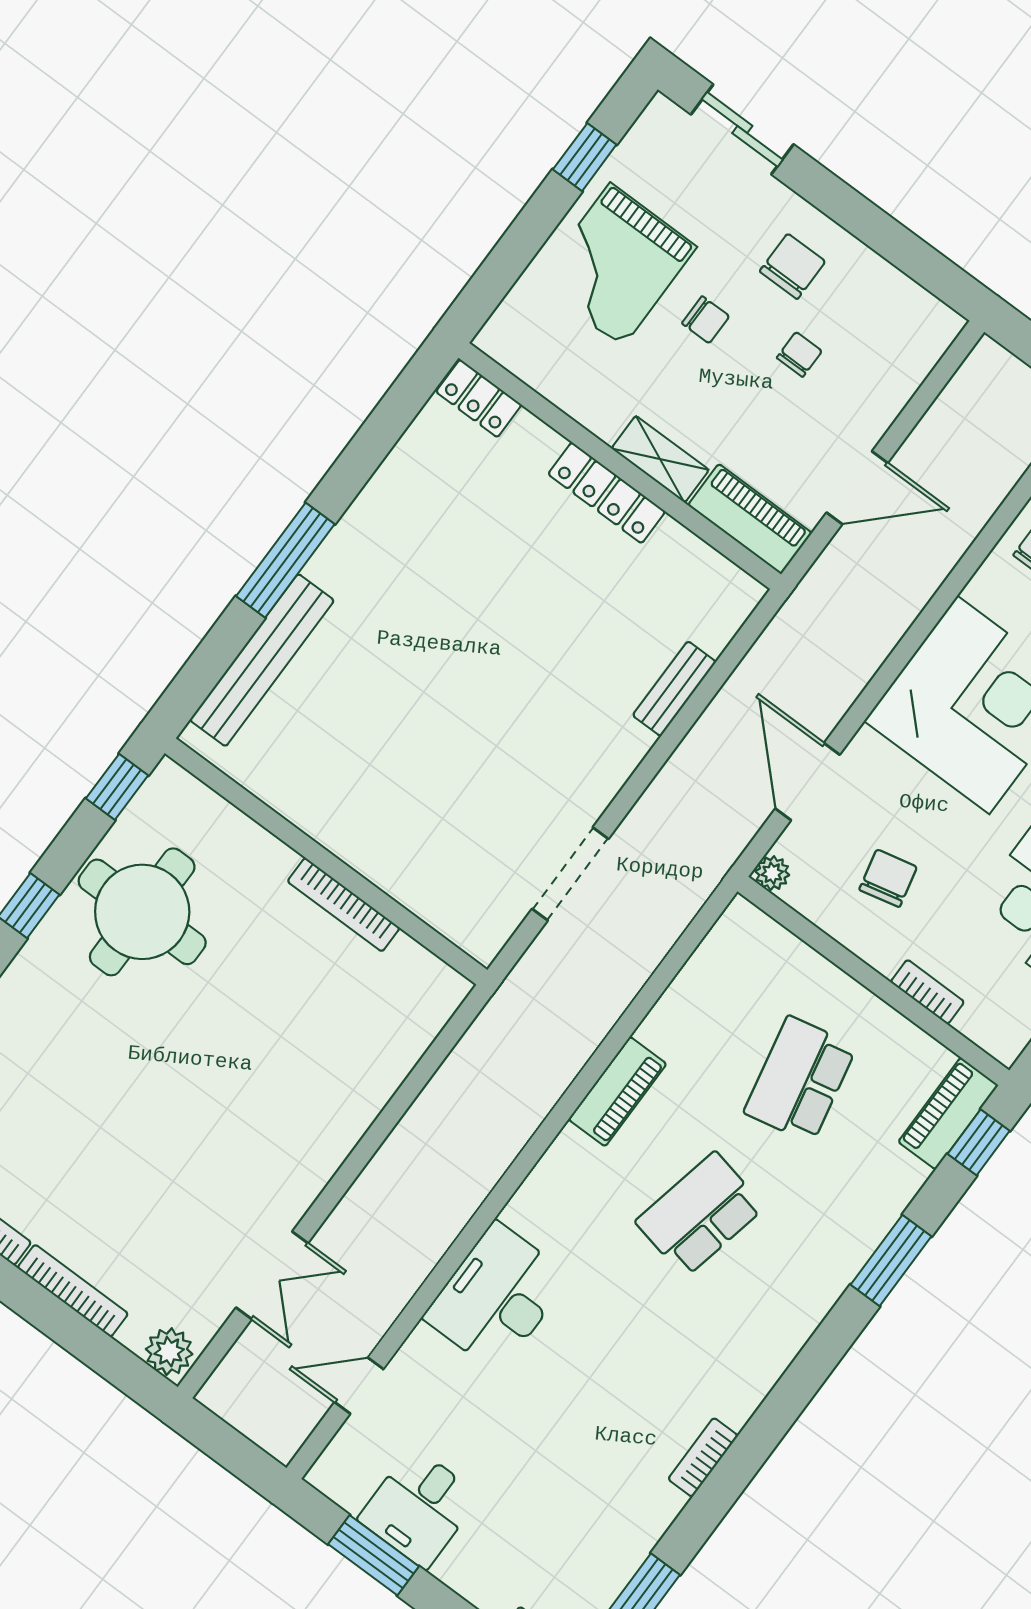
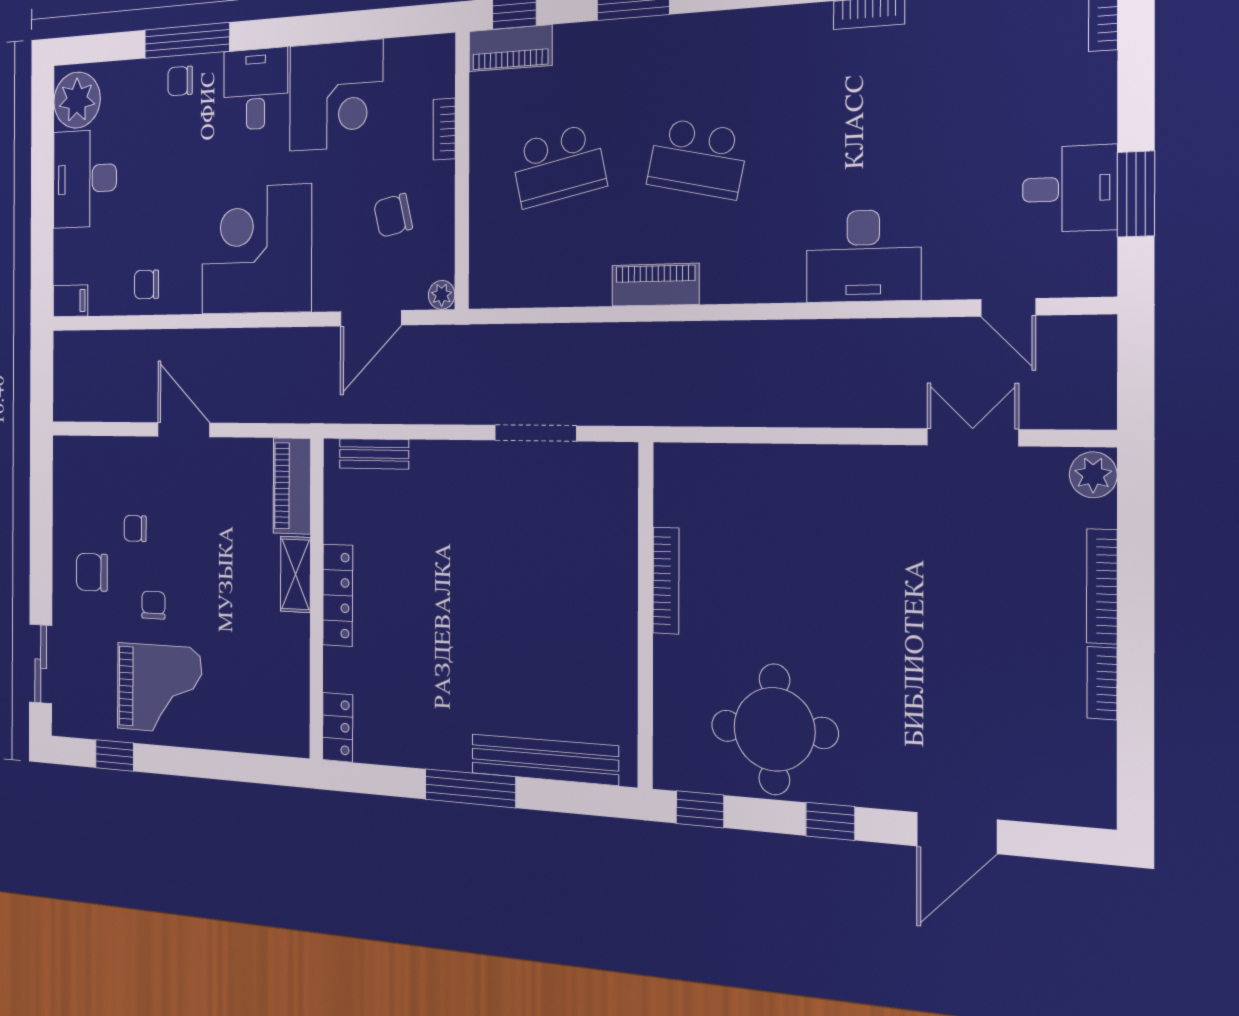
locker: (479, 398) -> (338, 727), moved
shelving: (660, 459) -> (295, 574), moved
wall: (620, 466) -> (317, 599), moved
locker: (607, 493) -> (338, 595), moved
piano: (750, 519) -> (292, 486), moved

